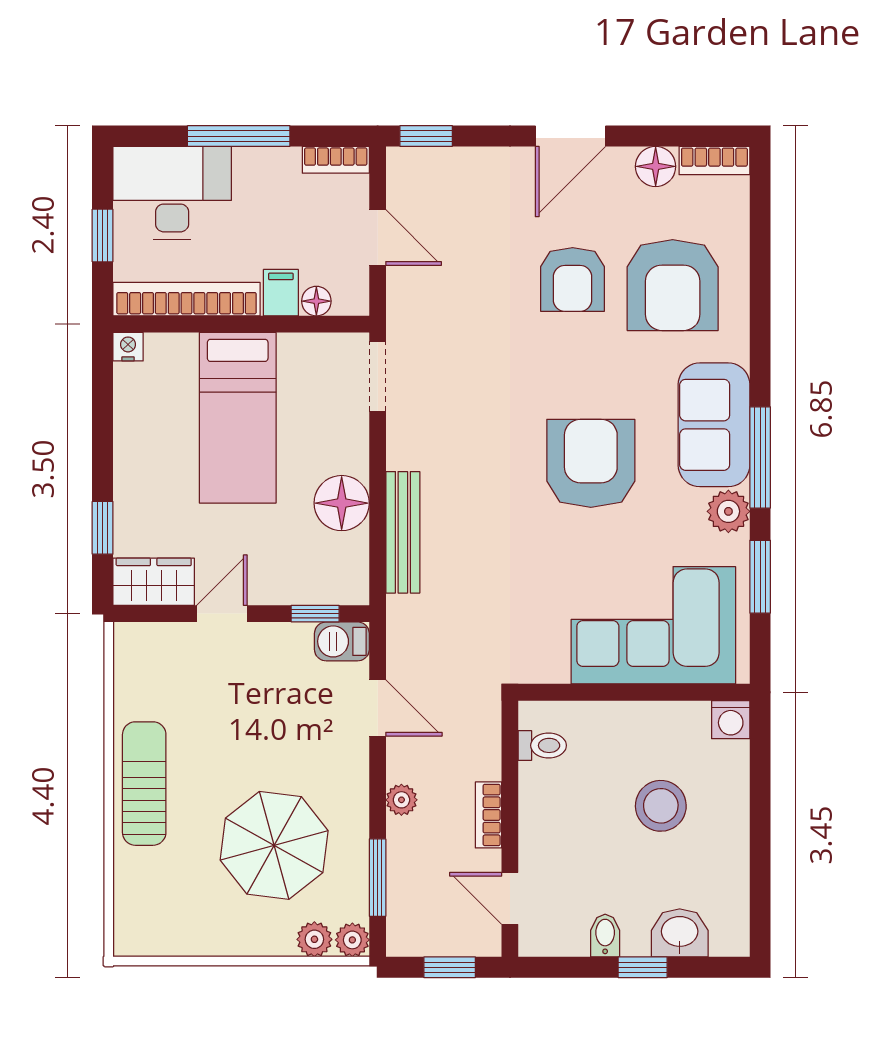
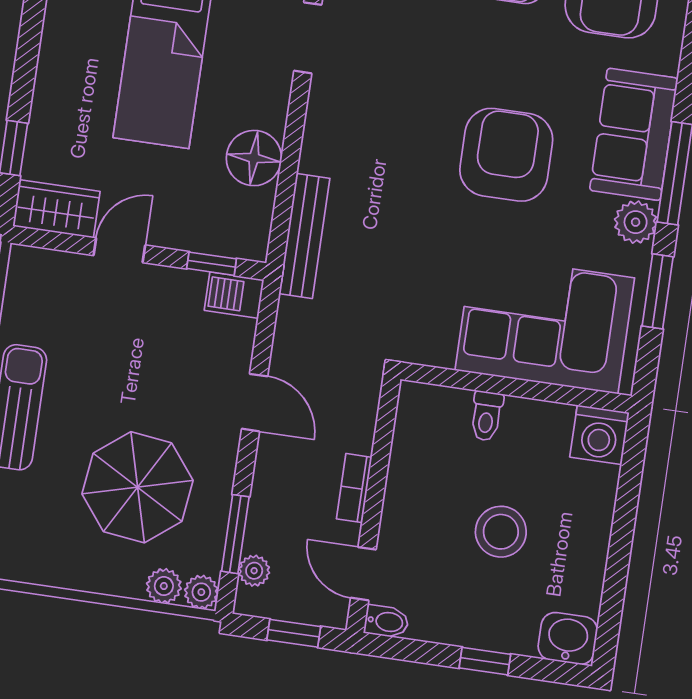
bench: (403, 532) -> (304, 236), moved
door: (378, 708) -> (255, 403), moved
washing machine: (731, 720) -> (600, 435), width x1.38, depth x1.38
toilet: (542, 745) -> (486, 416), moved, turned 90
plant: (401, 800) -> (254, 571), moved
stool: (661, 806) -> (501, 532), moved
washbasin: (680, 933) -> (568, 638), moved
bidet: (605, 936) -> (386, 622), moved, turned 90

